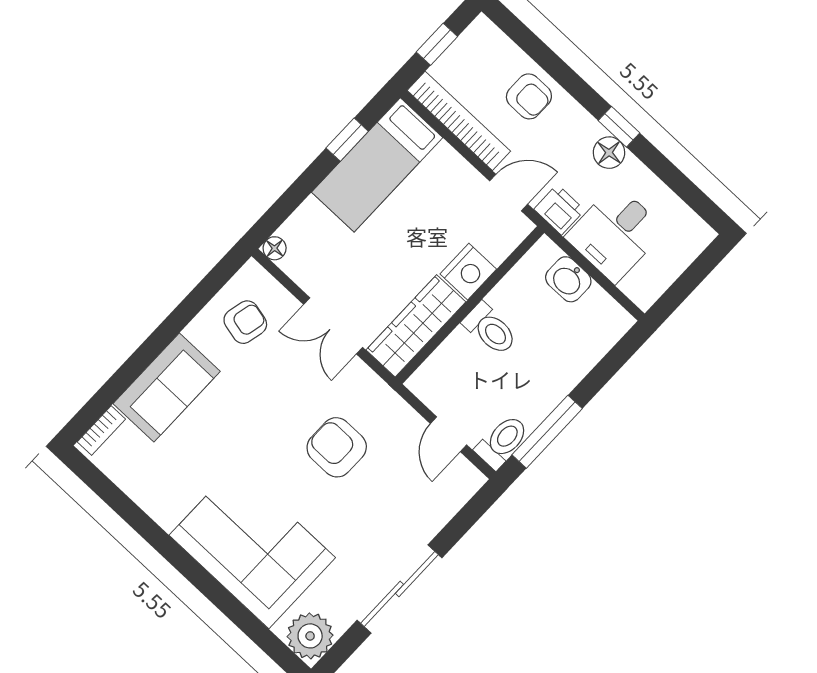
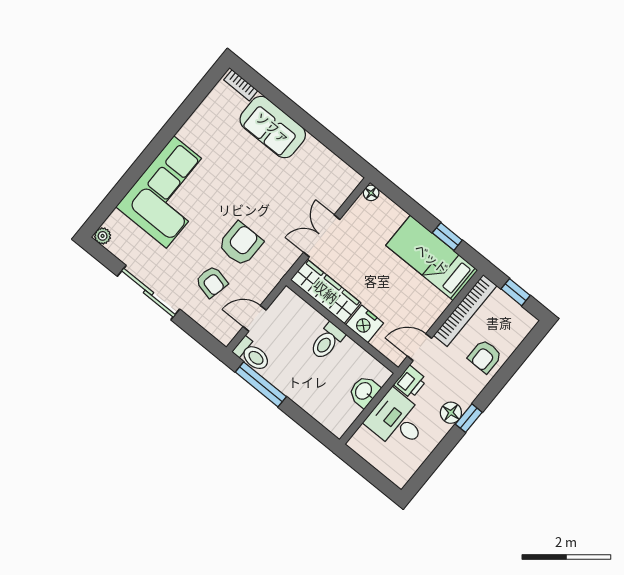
door: (509, 193) -> (419, 347), swing flipped
armchair: (245, 322) -> (212, 282), moved
plant: (310, 636) -> (103, 236), width x0.53, depth x0.53

